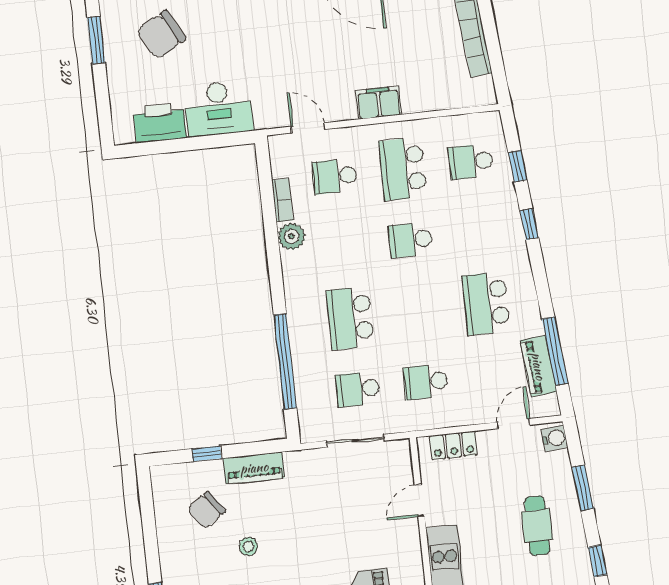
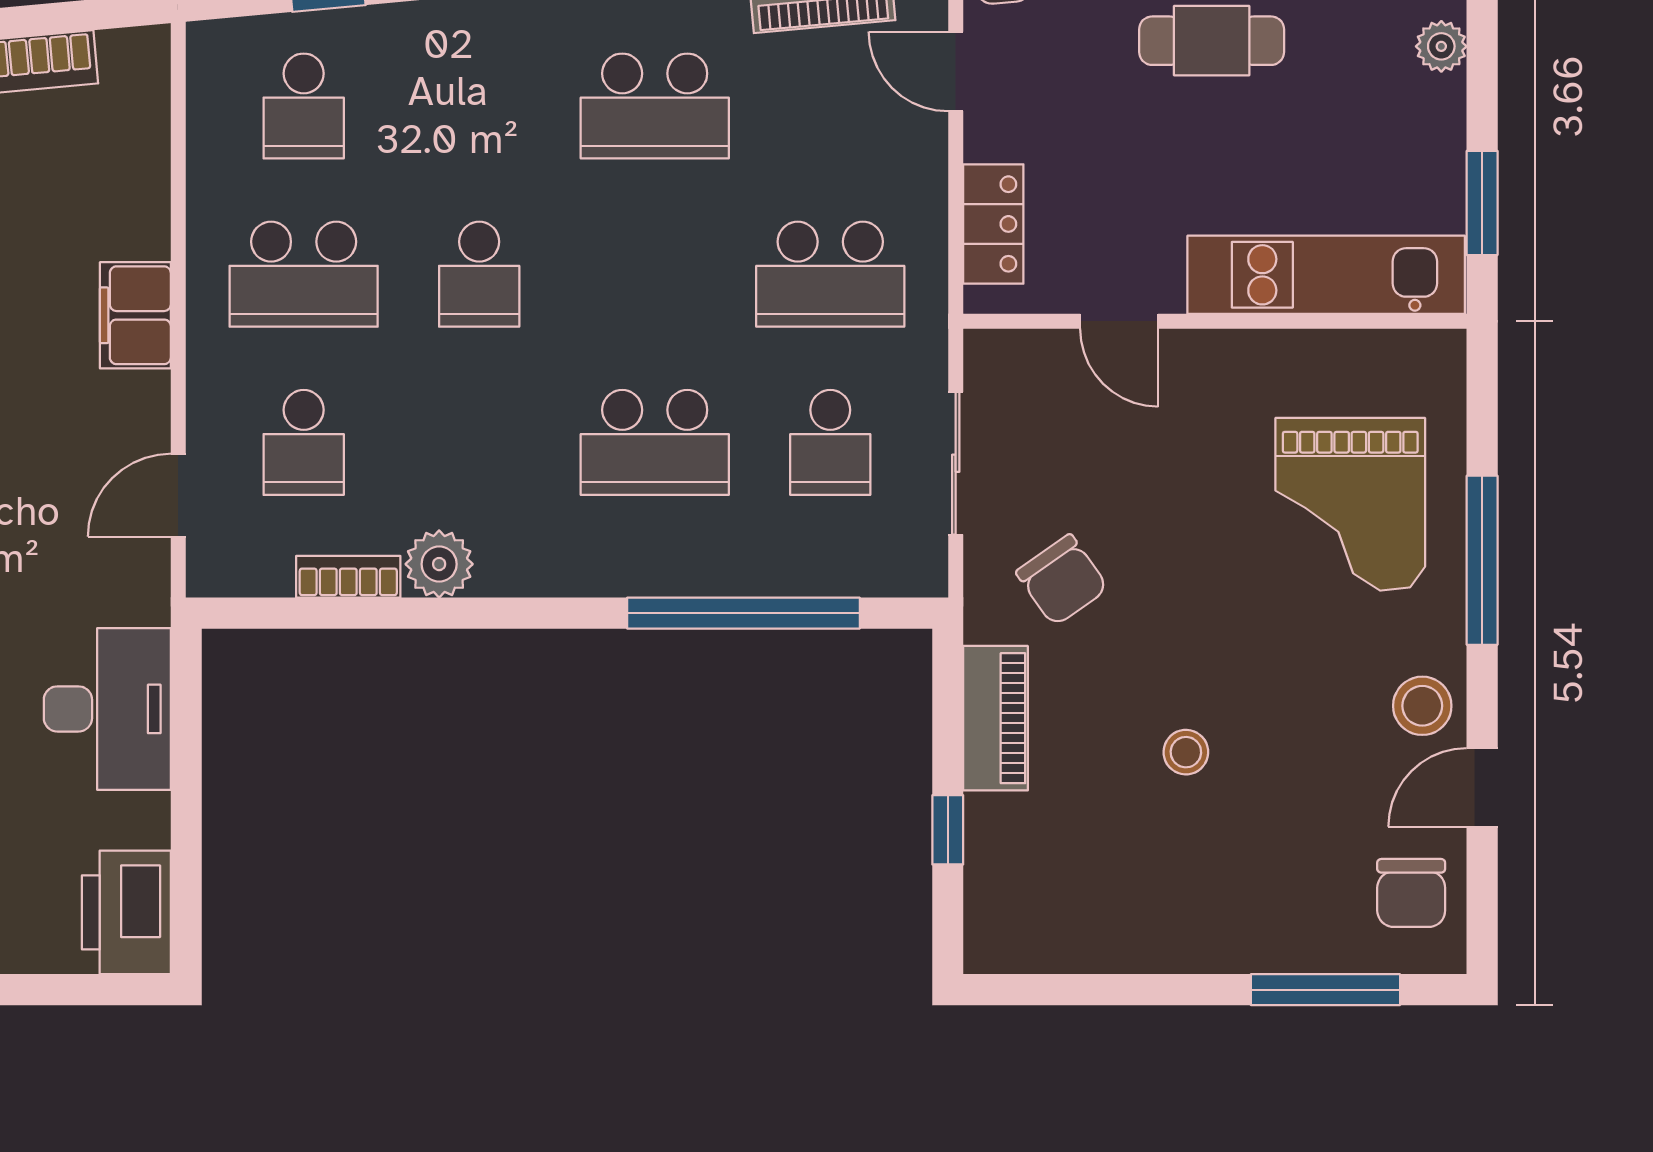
printer: (160, 123) -> (126, 912), moved
school desk: (426, 382) -> (830, 274), width x1.85
chair: (206, 510) -> (1062, 580), moved

